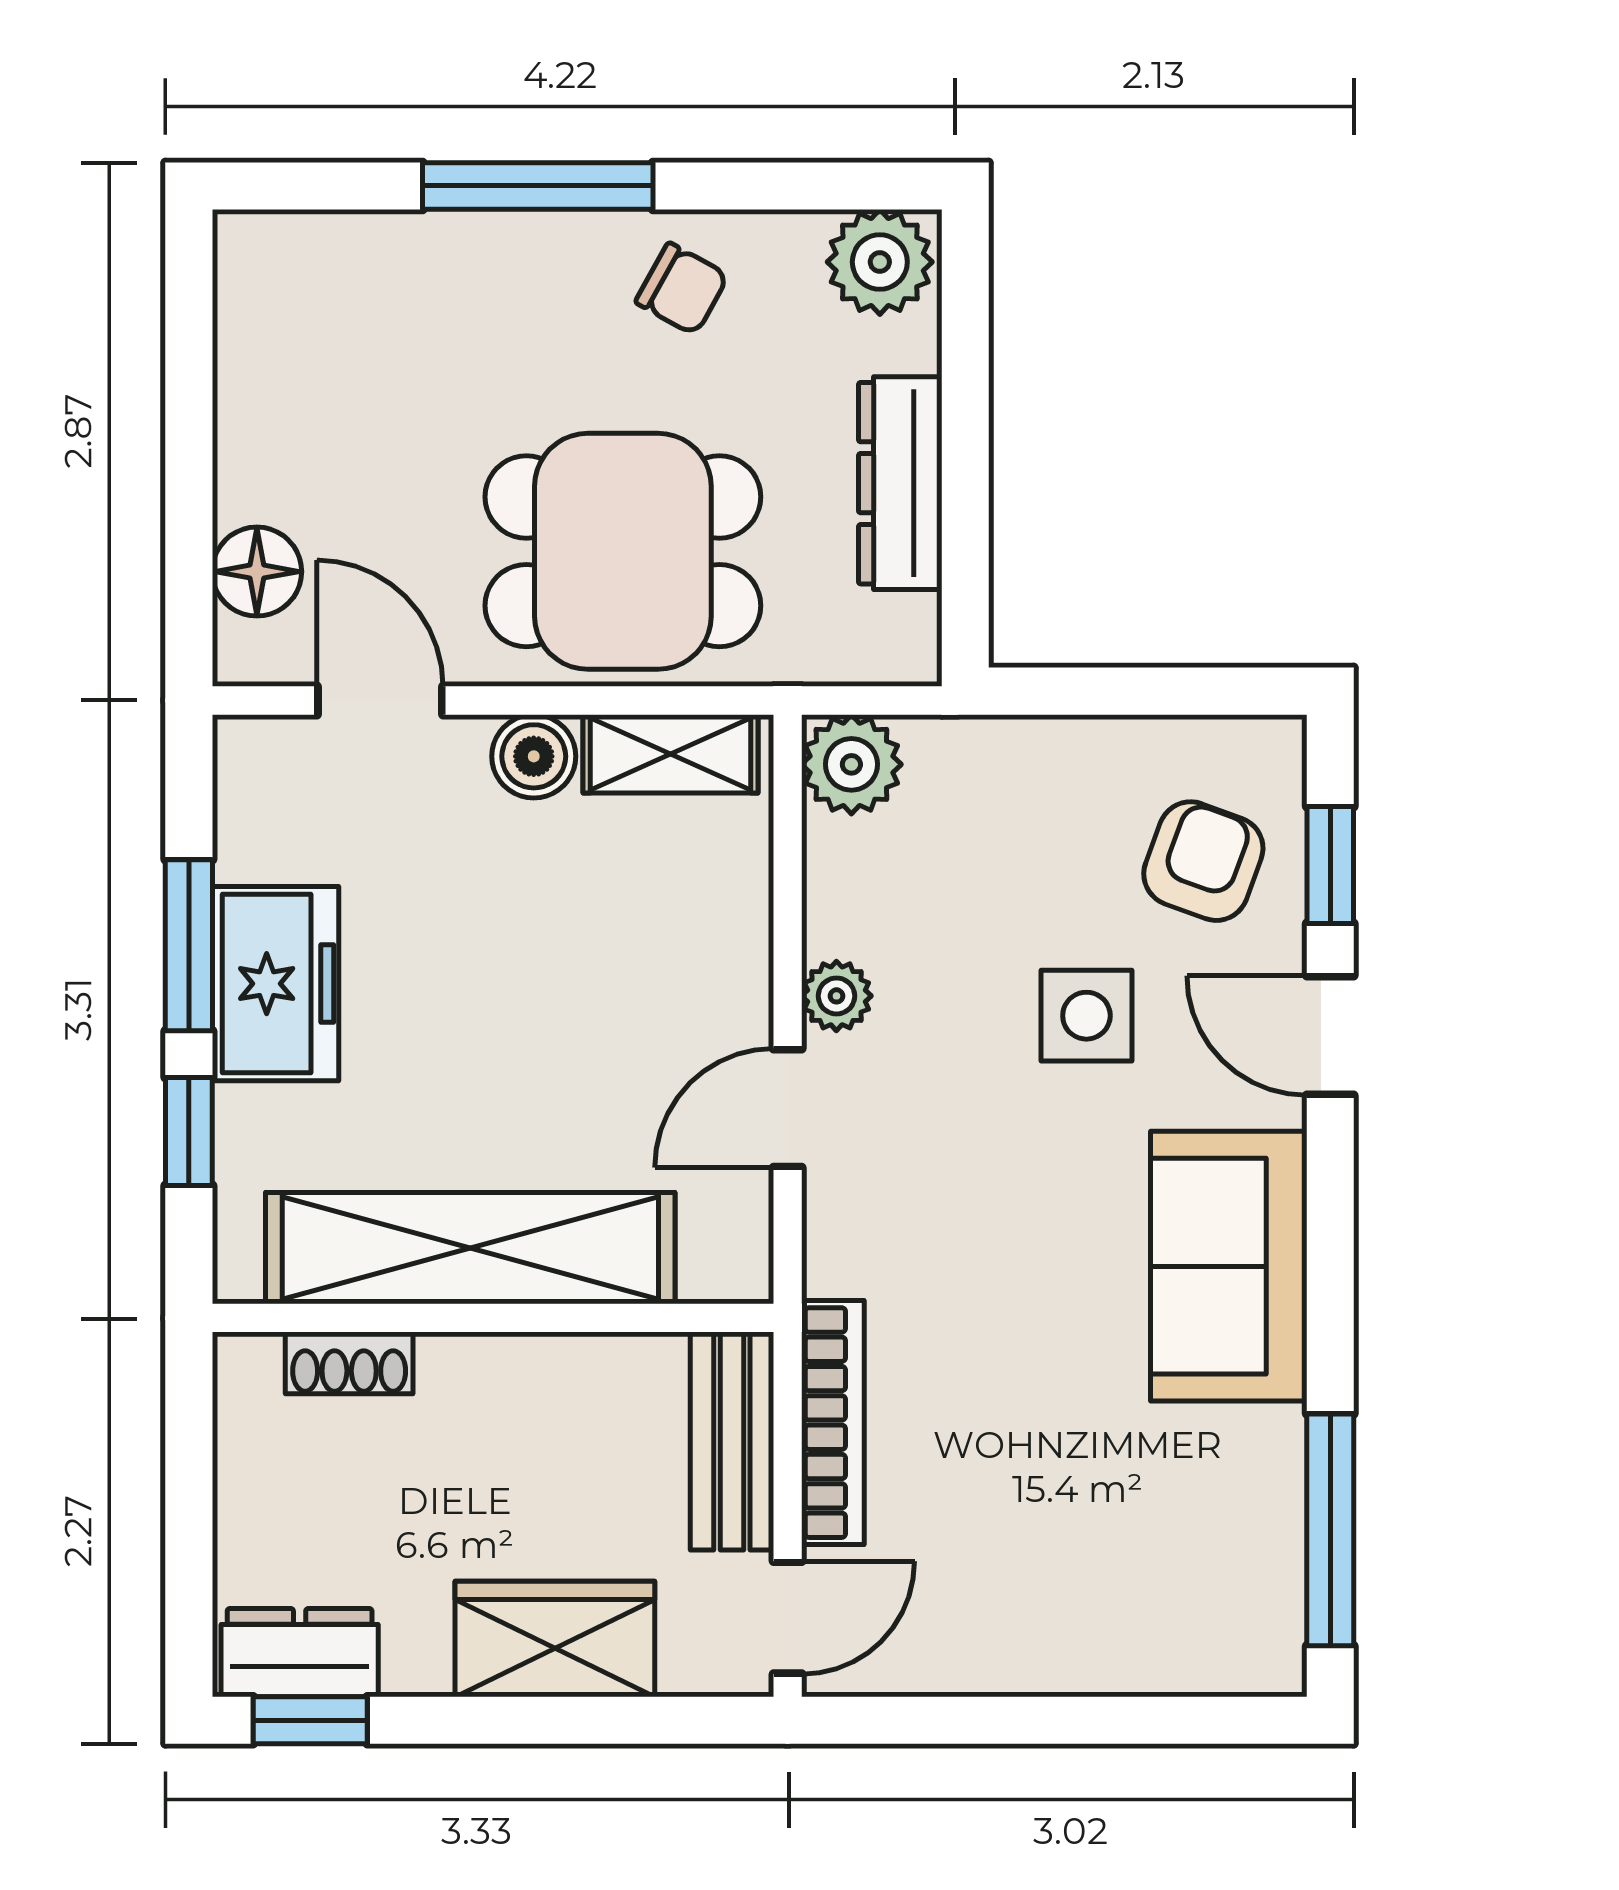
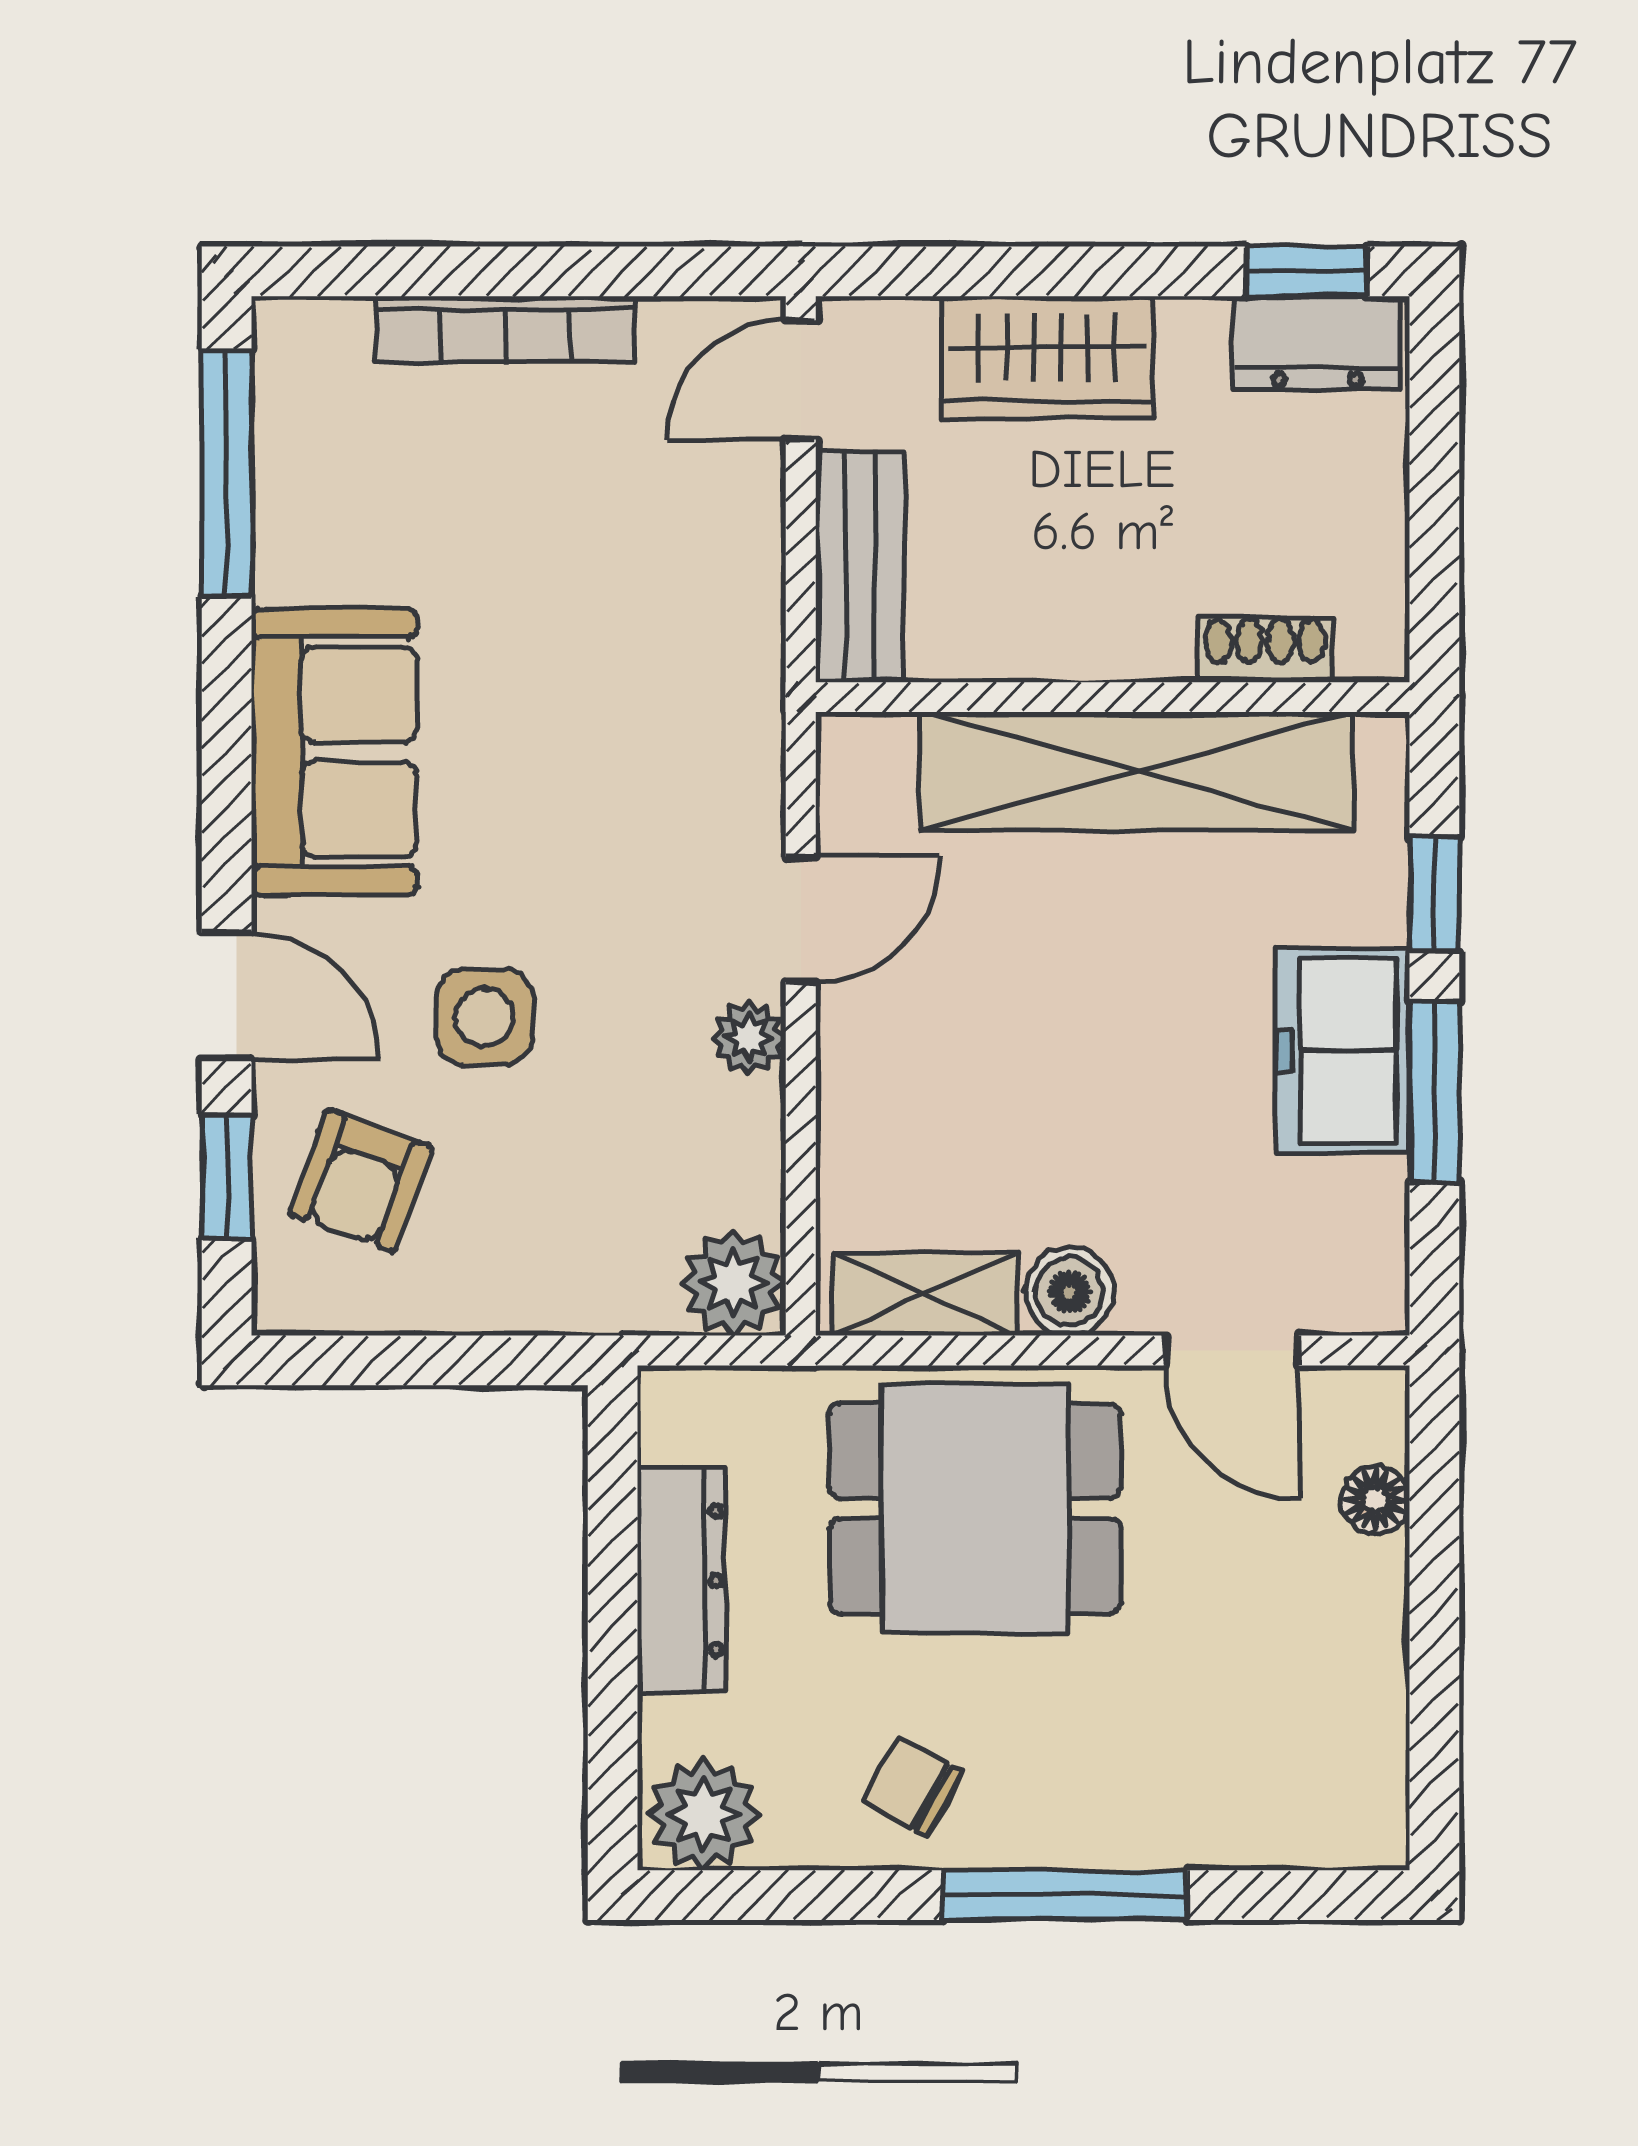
floor lamp: (257, 572) -> (1375, 1500), width x0.73, depth x0.73
bookcase: (833, 1423) -> (506, 329), moved, turned -90

